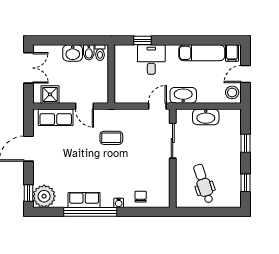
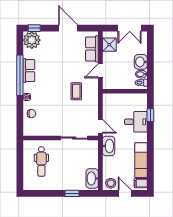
washbasin: (206, 117) -> (92, 178), moved
window: (245, 183) -> (42, 193), removed
dental chair: (204, 184) -> (41, 162), turned 108

